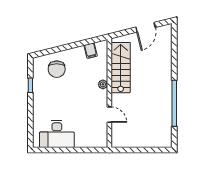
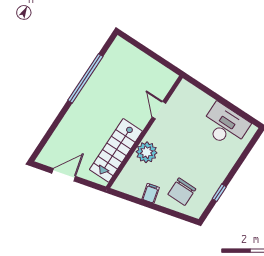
filing cabinet: (91, 51) -> (151, 193), moved
chair: (57, 69) -> (182, 192), turned 180
plant: (103, 84) -> (147, 152), width x1.88, depth x1.88

